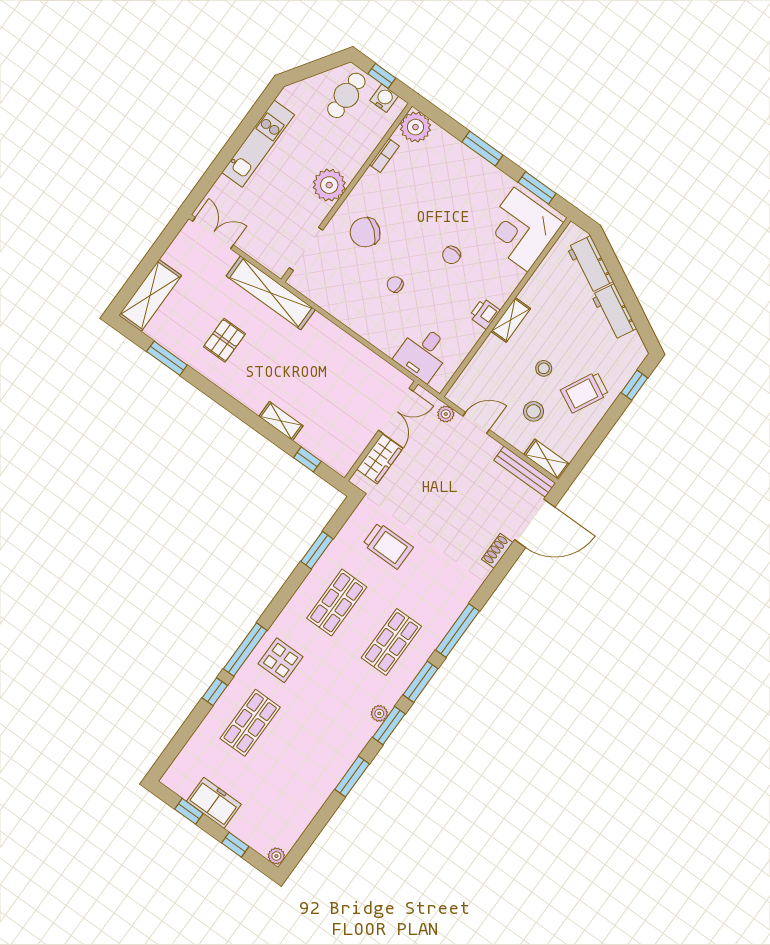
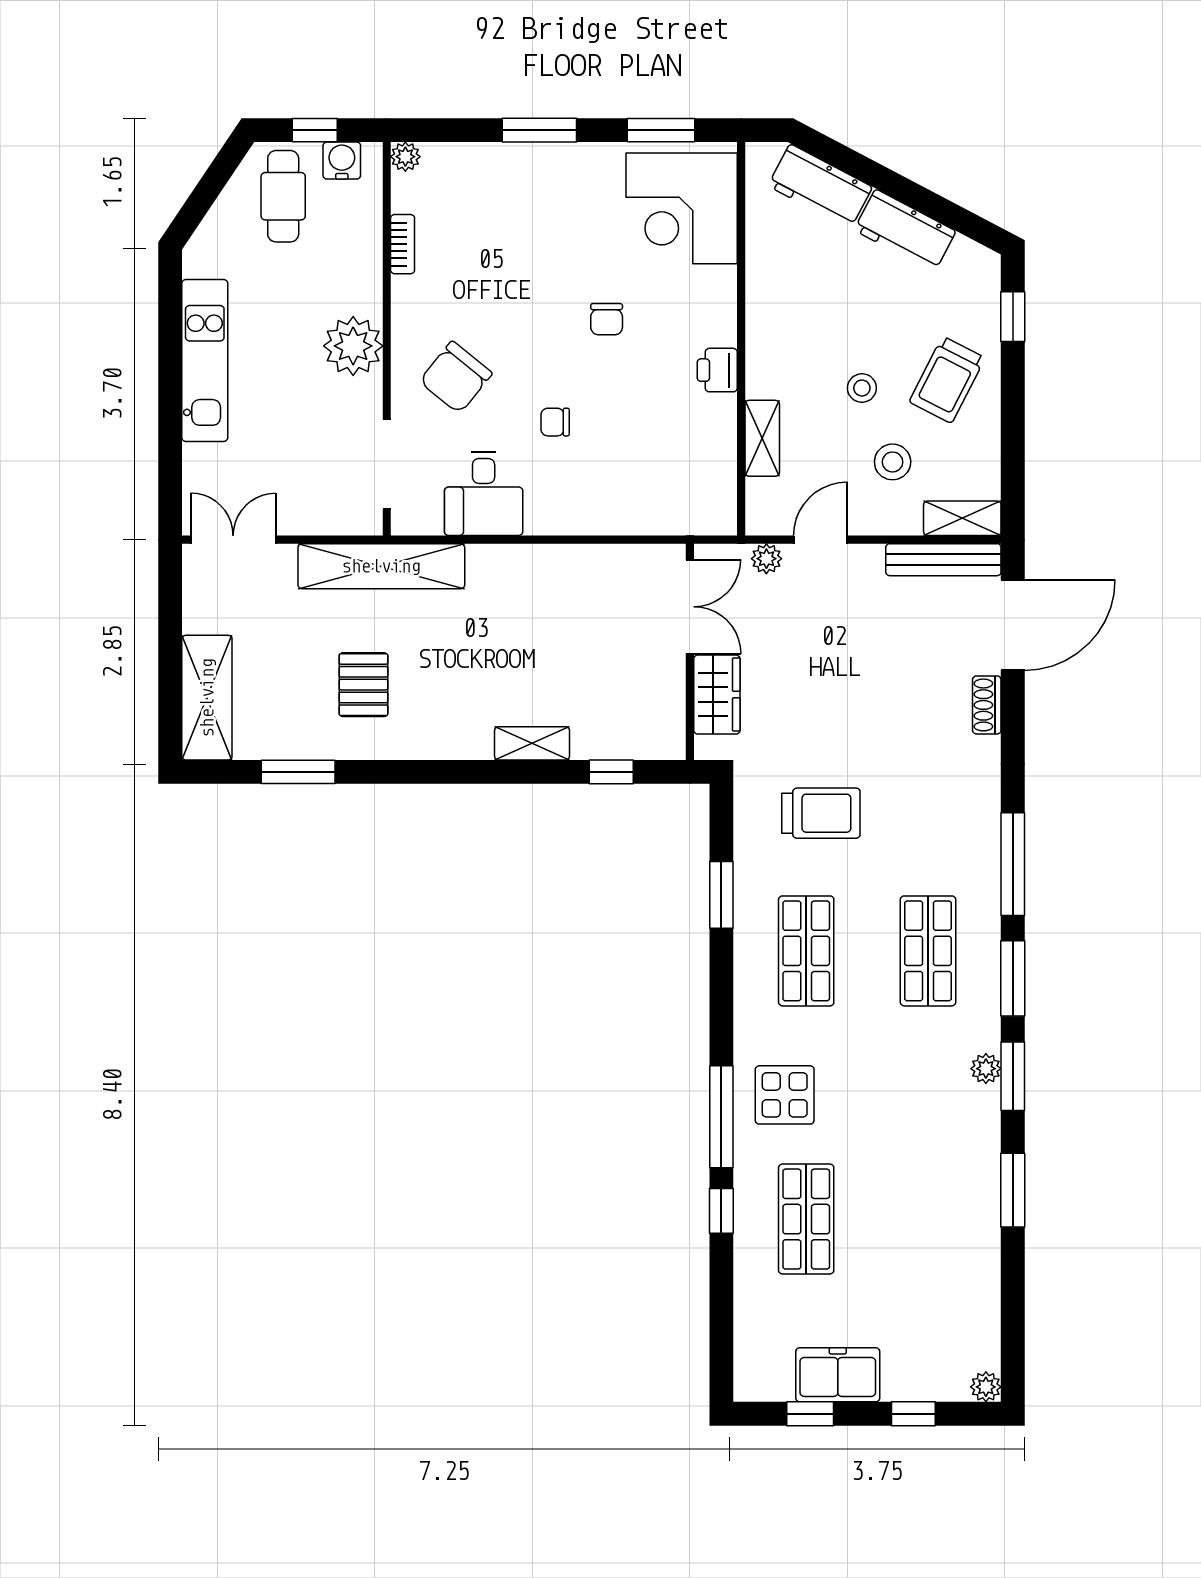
plant: (415, 127) -> (405, 157), width x0.53, depth x0.53
shelving: (511, 320) -> (762, 438), moved
desk: (423, 353) -> (484, 494), moved

